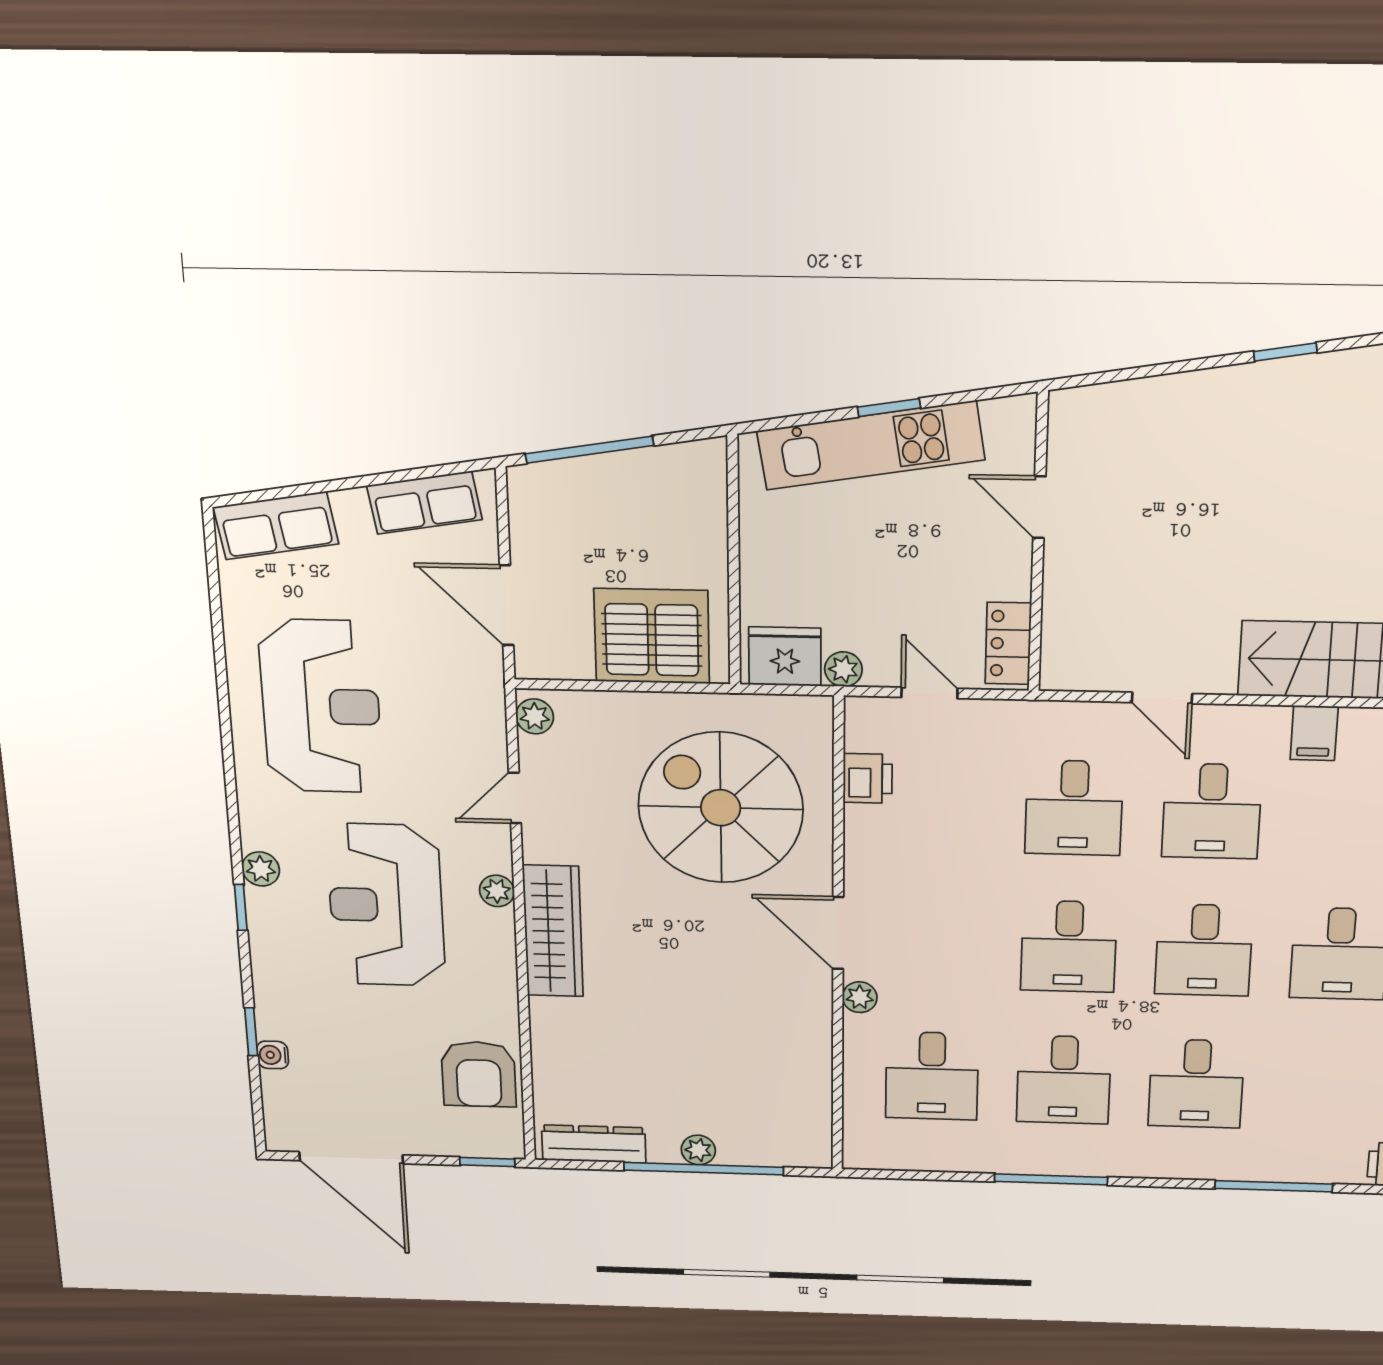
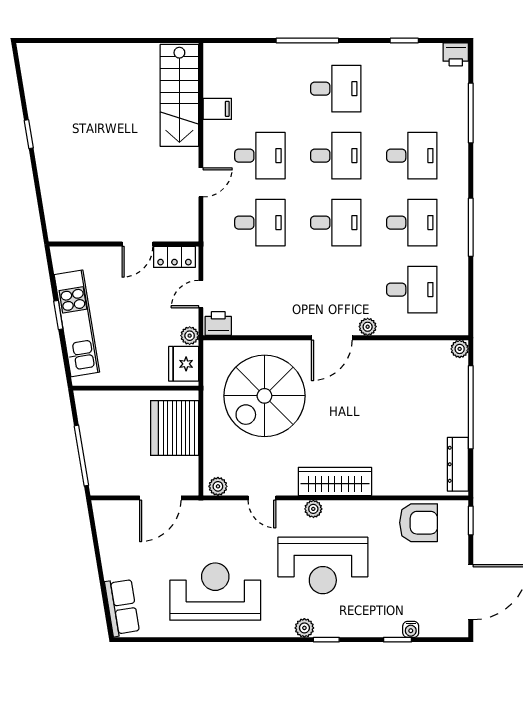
row of seats: (424, 503) -> (109, 535), removed
door: (1039, 507) -> (137, 244), moved
printer: (868, 778) -> (218, 324), moved
plant: (698, 1150) -> (460, 349), moved

